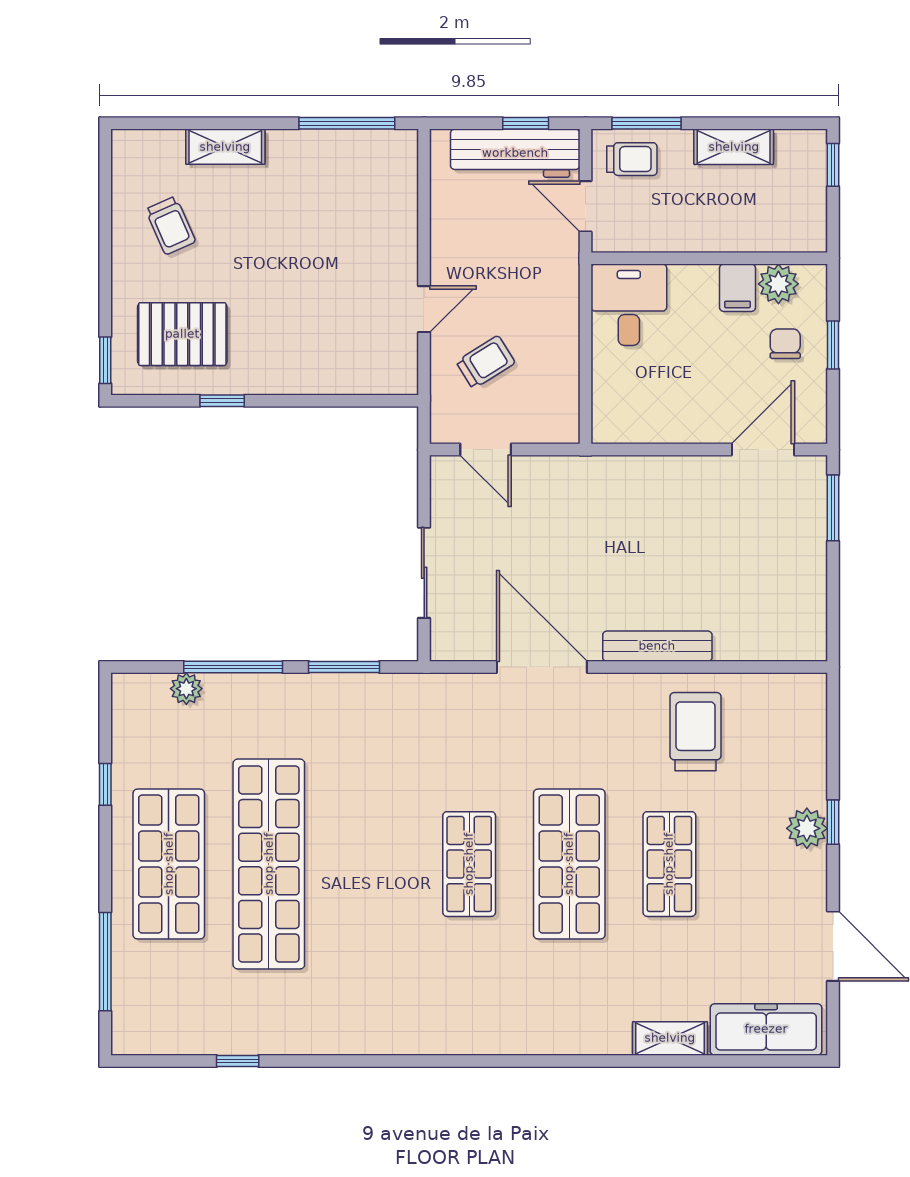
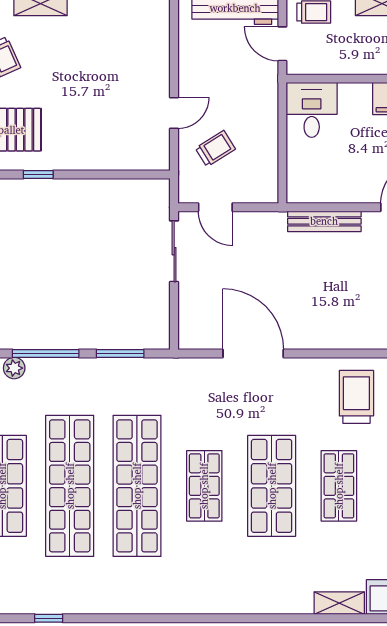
sliding door: (424, 573) -> (174, 251), moved
bench: (657, 646) -> (324, 221), moved
shop shelf: (369, 864) -> (137, 486), added

